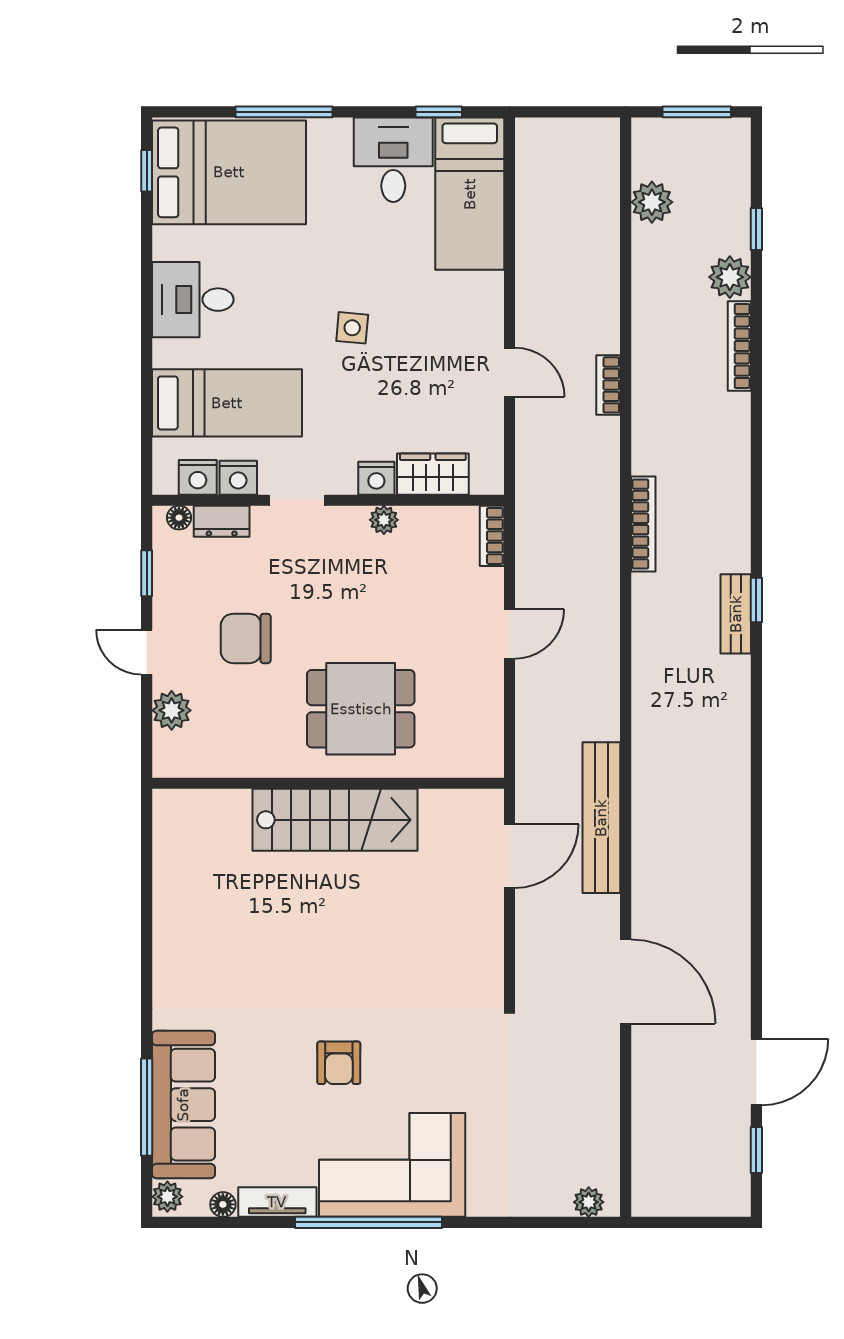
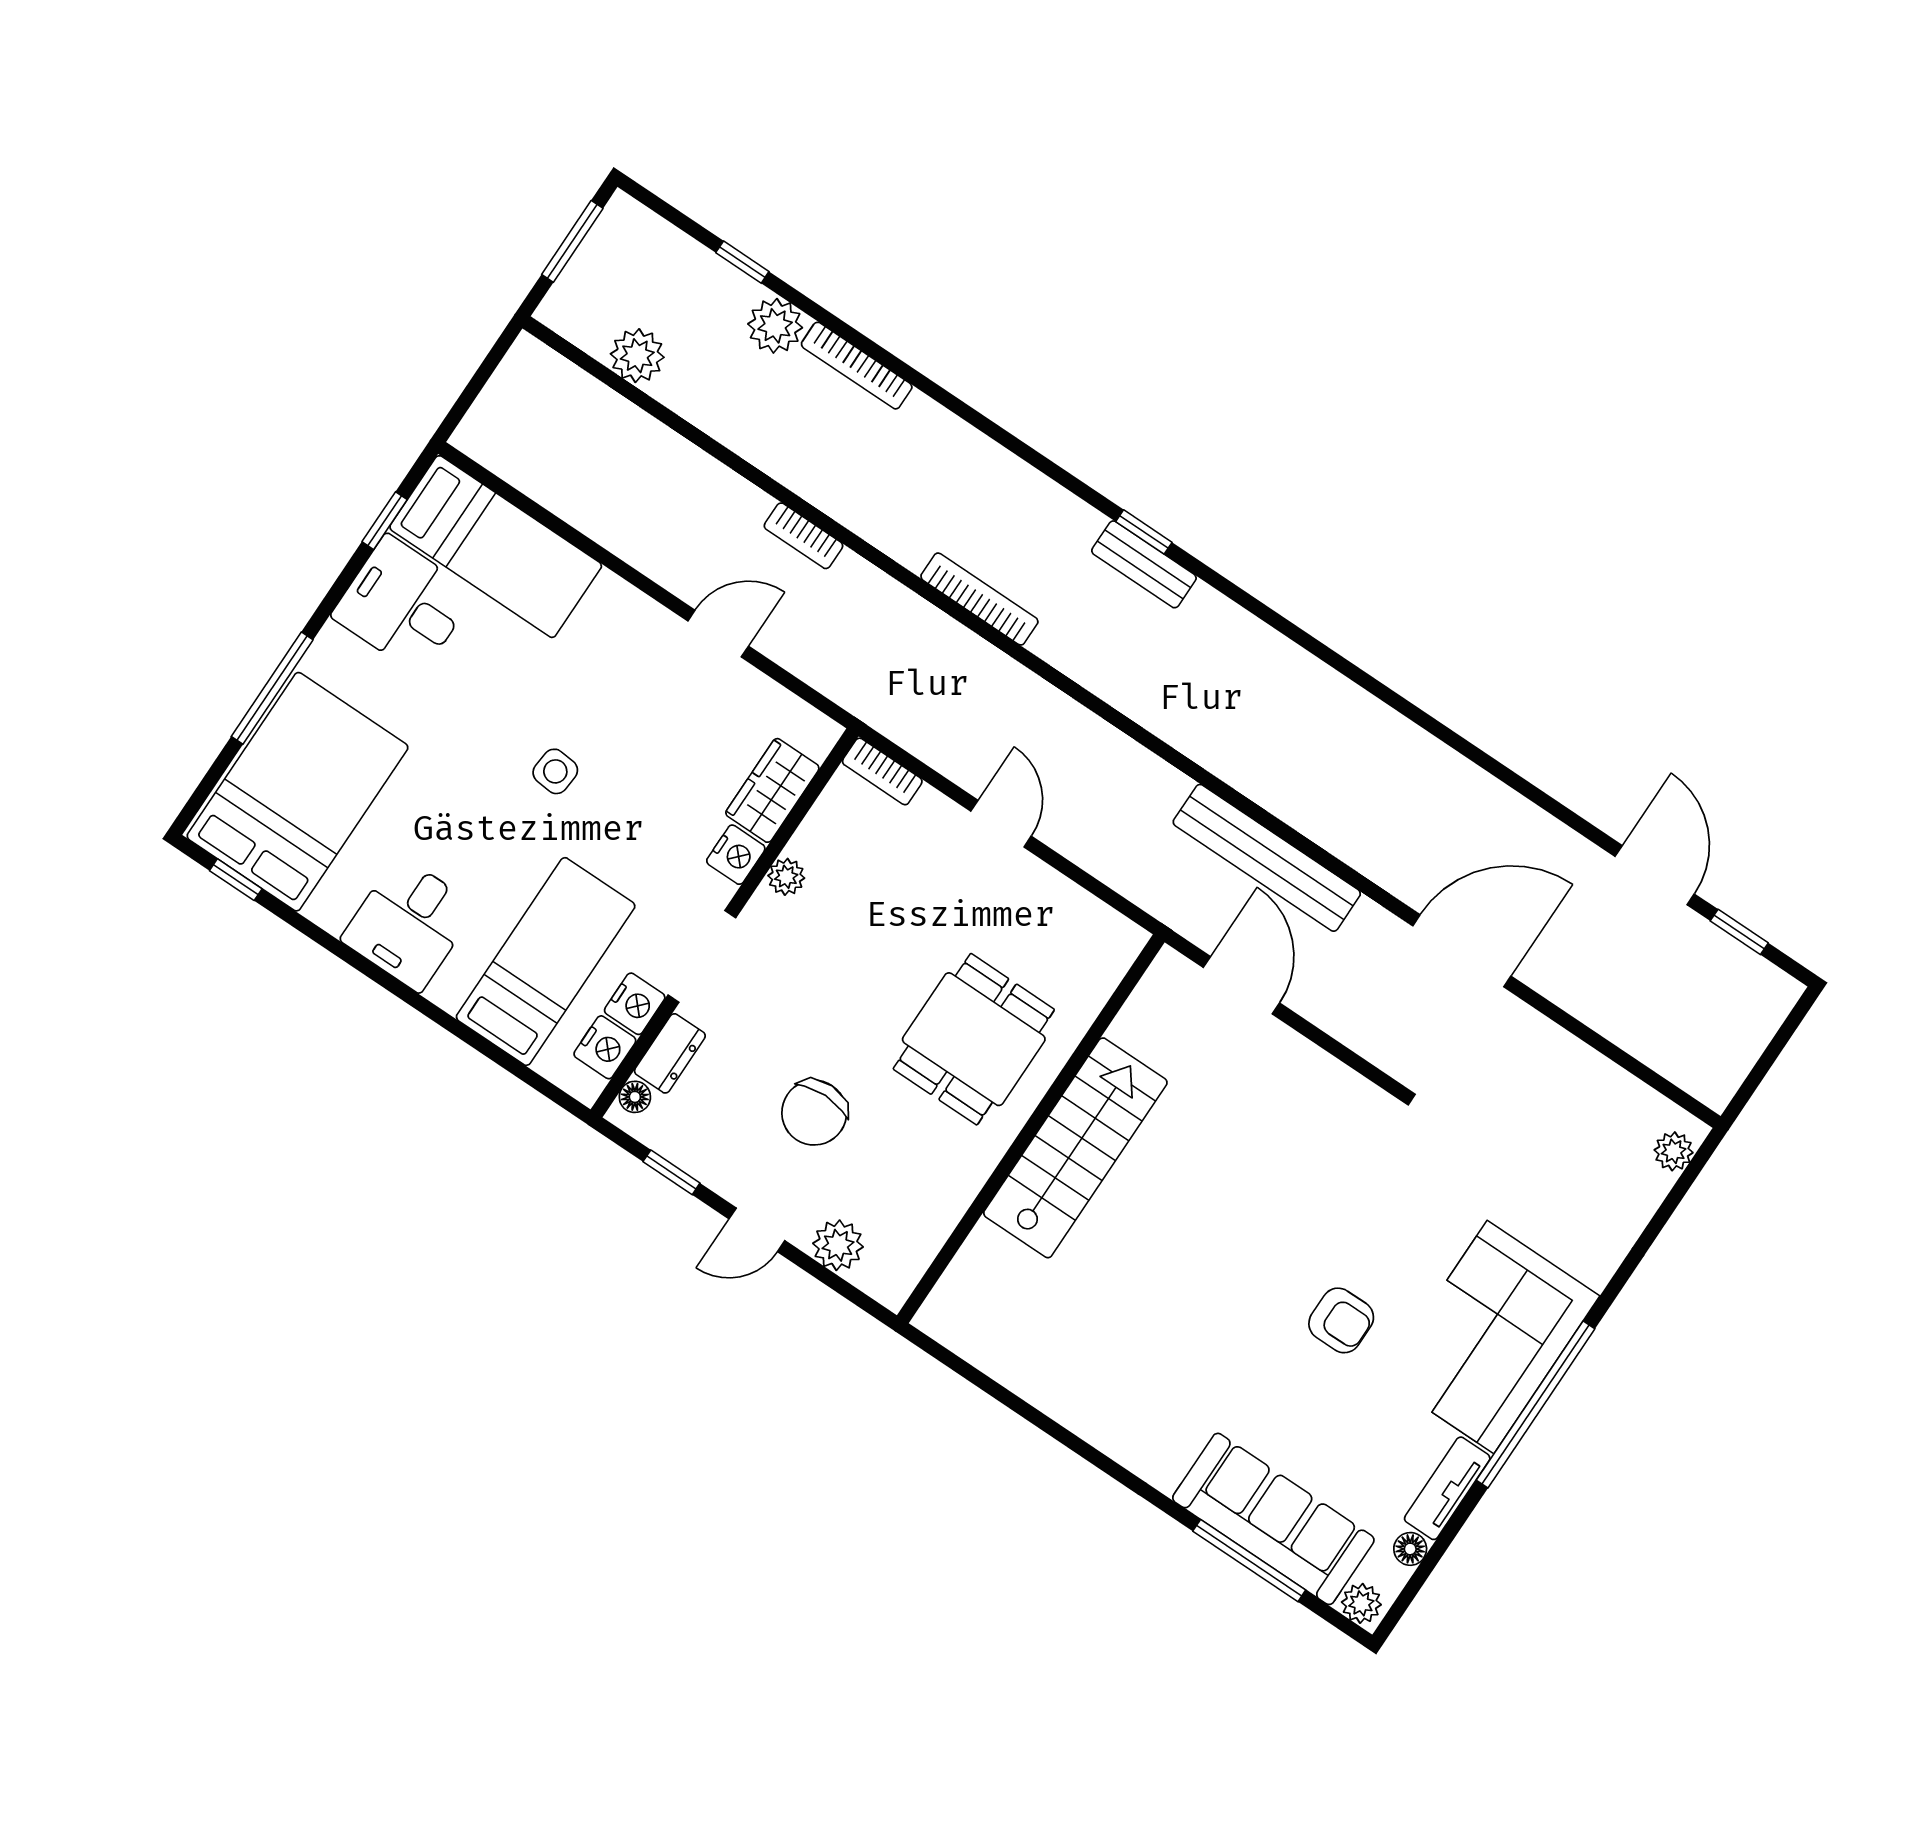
doorway: (297, 500) -> (702, 956), width x1.38

